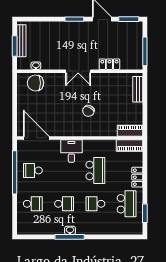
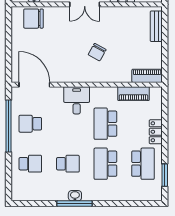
piano: (130, 145) -> (133, 94), moved
school desk: (95, 170) -> (105, 124), turned 180
school desk: (95, 204) -> (105, 164), width x1.85

